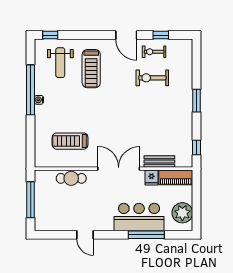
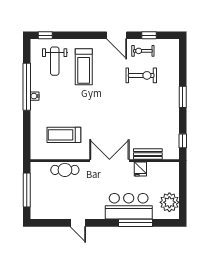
exercise bike: (152, 78) -> (141, 75), turned 180
piano: (176, 177) -> (163, 169), removed

